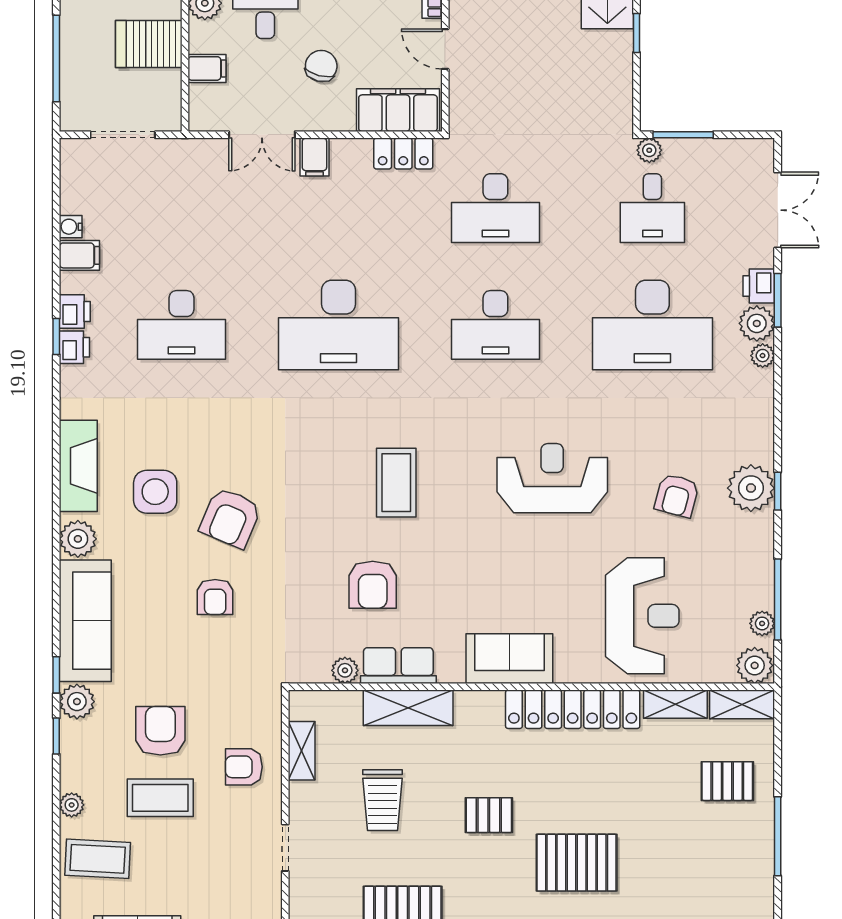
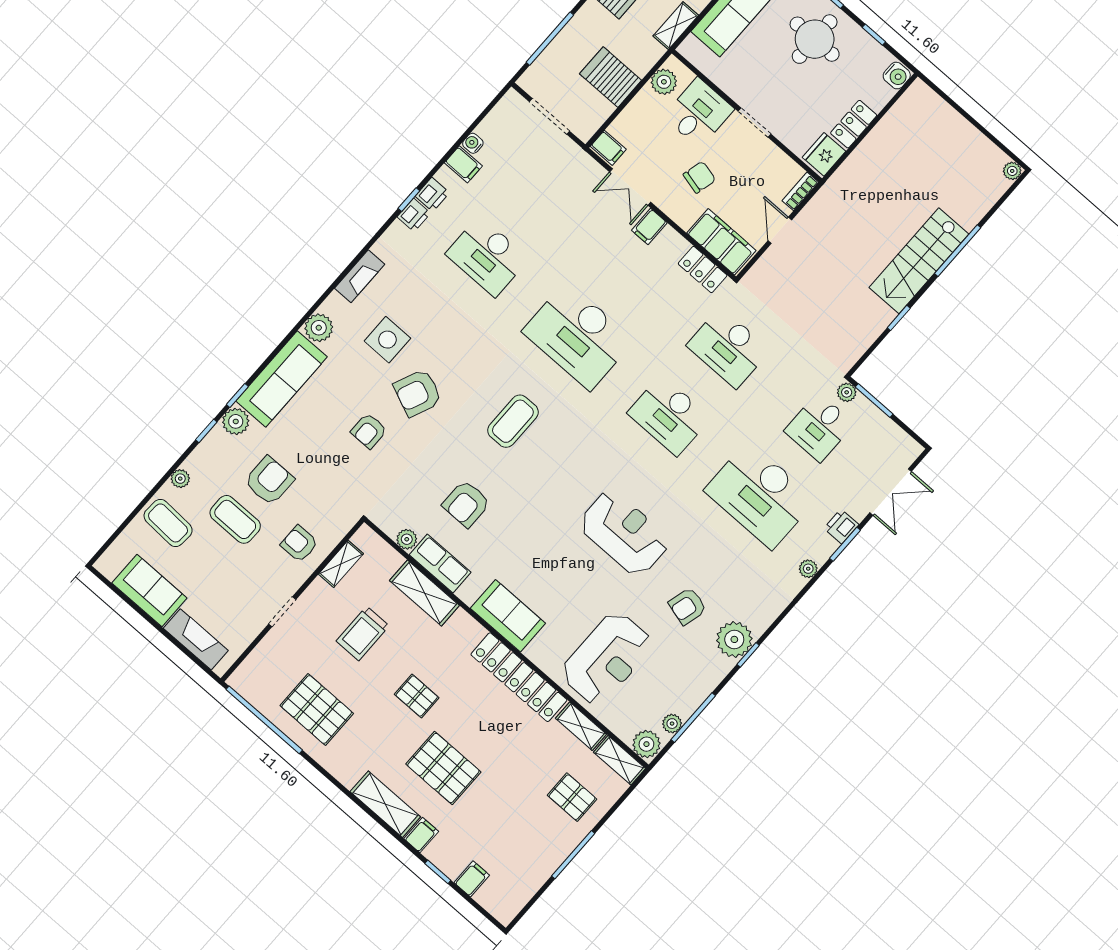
filing cabinet: (207, 68) -> (608, 148), moved
plant: (757, 323) -> (821, 547), removed
fireplace: (78, 466) -> (360, 276), width x0.73, depth x0.76
coffee table: (396, 483) -> (513, 421), moved

